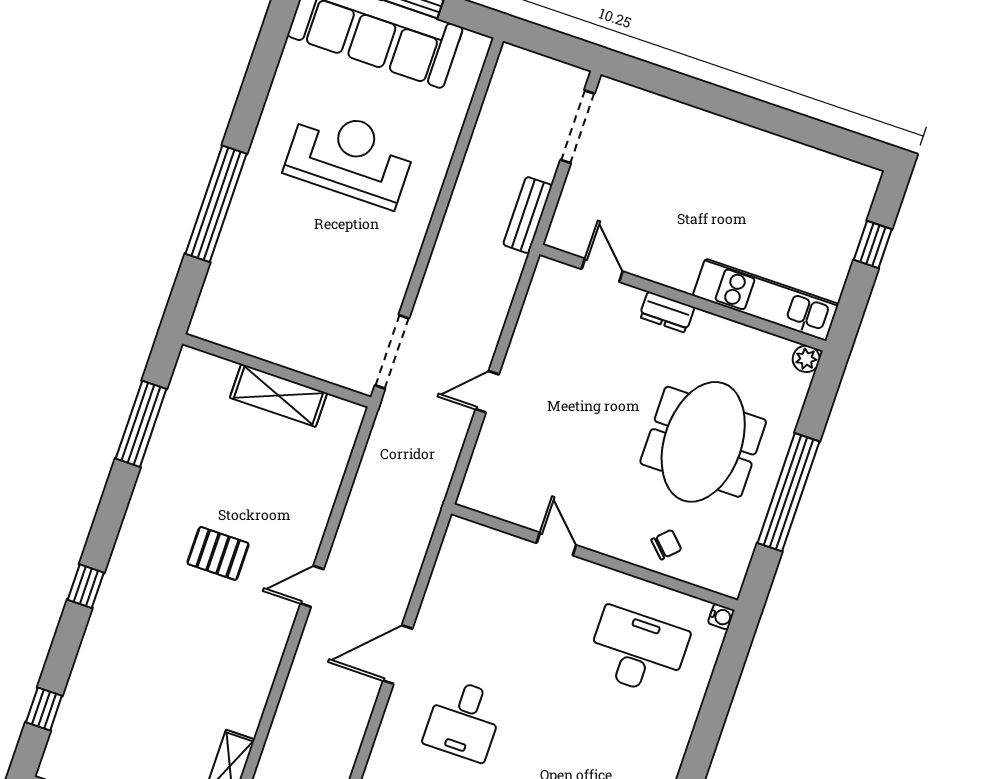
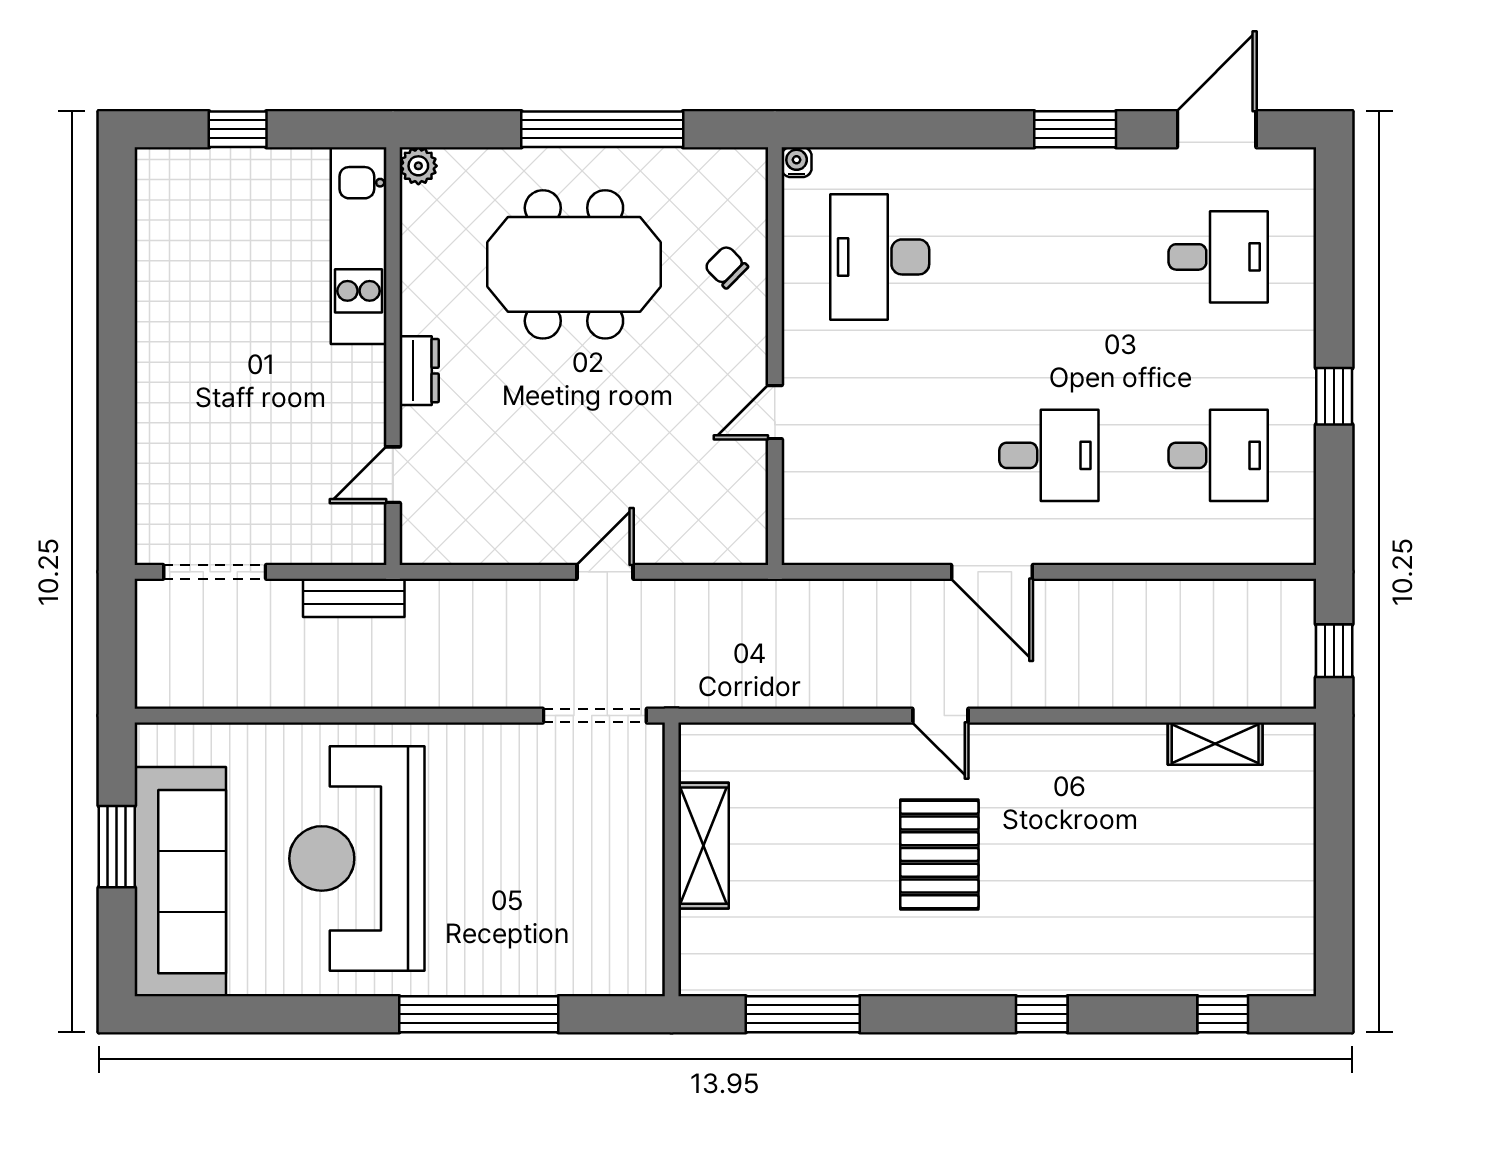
reception desk: (350, 157) -> (357, 858), width x1.36, depth x1.30
door: (487, 392) -> (605, 572), swing flipped
pallet: (218, 553) -> (939, 854), width x1.50, depth x1.42

